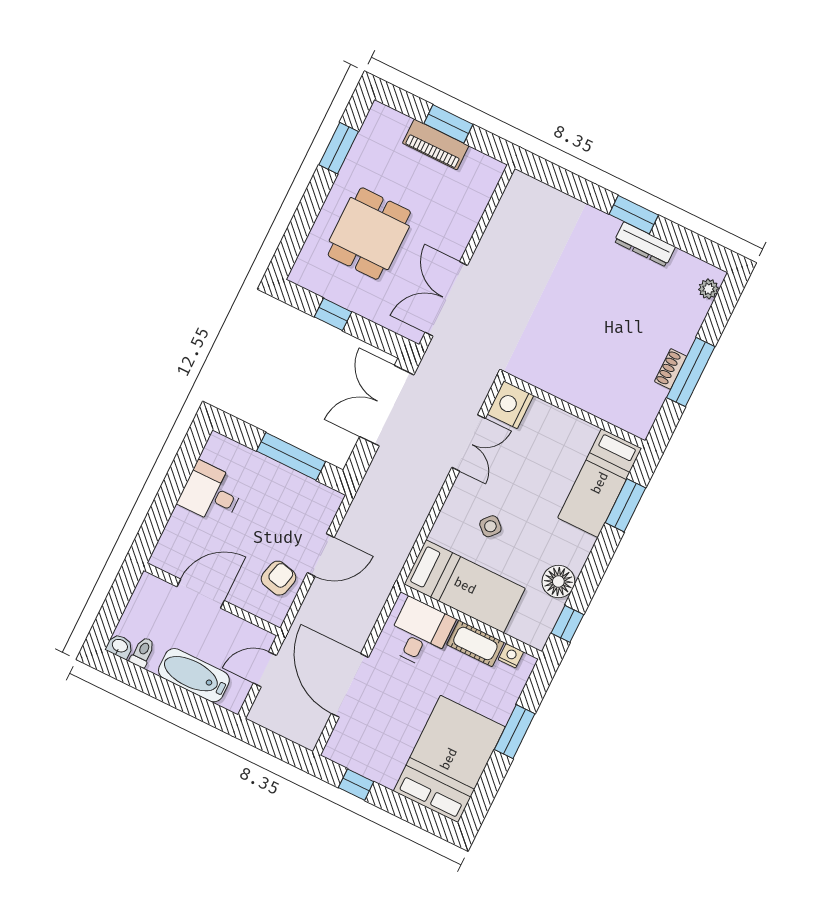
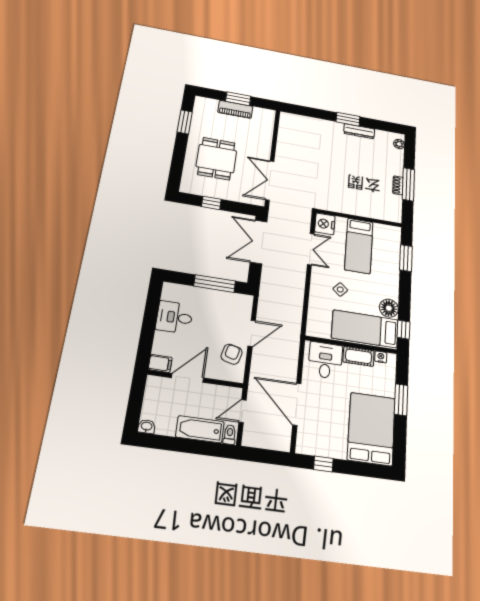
bed: (600, 483) -> (359, 246), moved
filing cabinet: (167, 559) -> (160, 363), added
bed: (465, 586) -> (365, 329), moved, turned 180
toilet: (142, 652) -> (230, 435), moved

